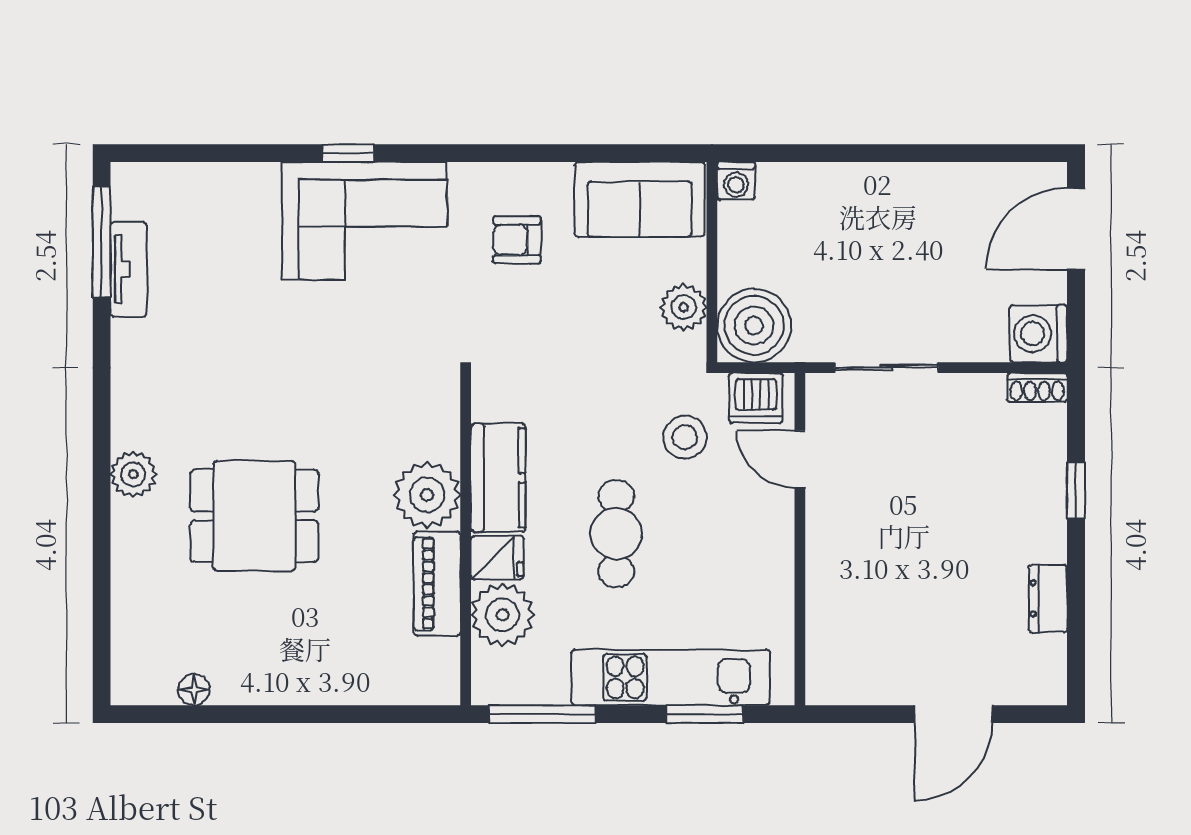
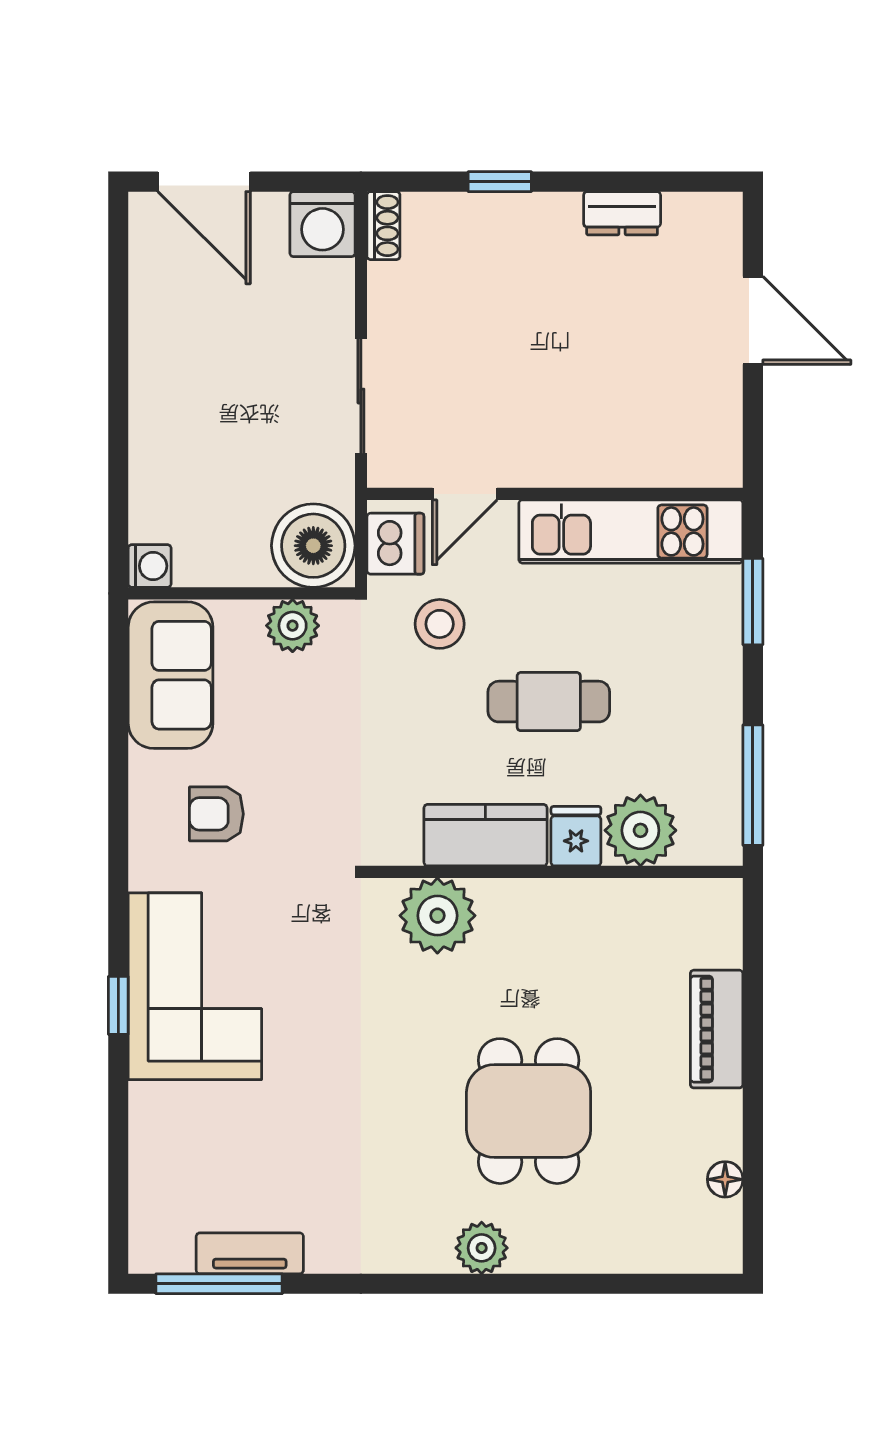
armchair: (517, 240) -> (216, 814), turned 90
plant: (427, 495) -> (437, 916), moved
piano: (437, 584) -> (717, 1029), moved, turned 90
kitchen unit: (671, 677) -> (631, 531), moved, turned -90

